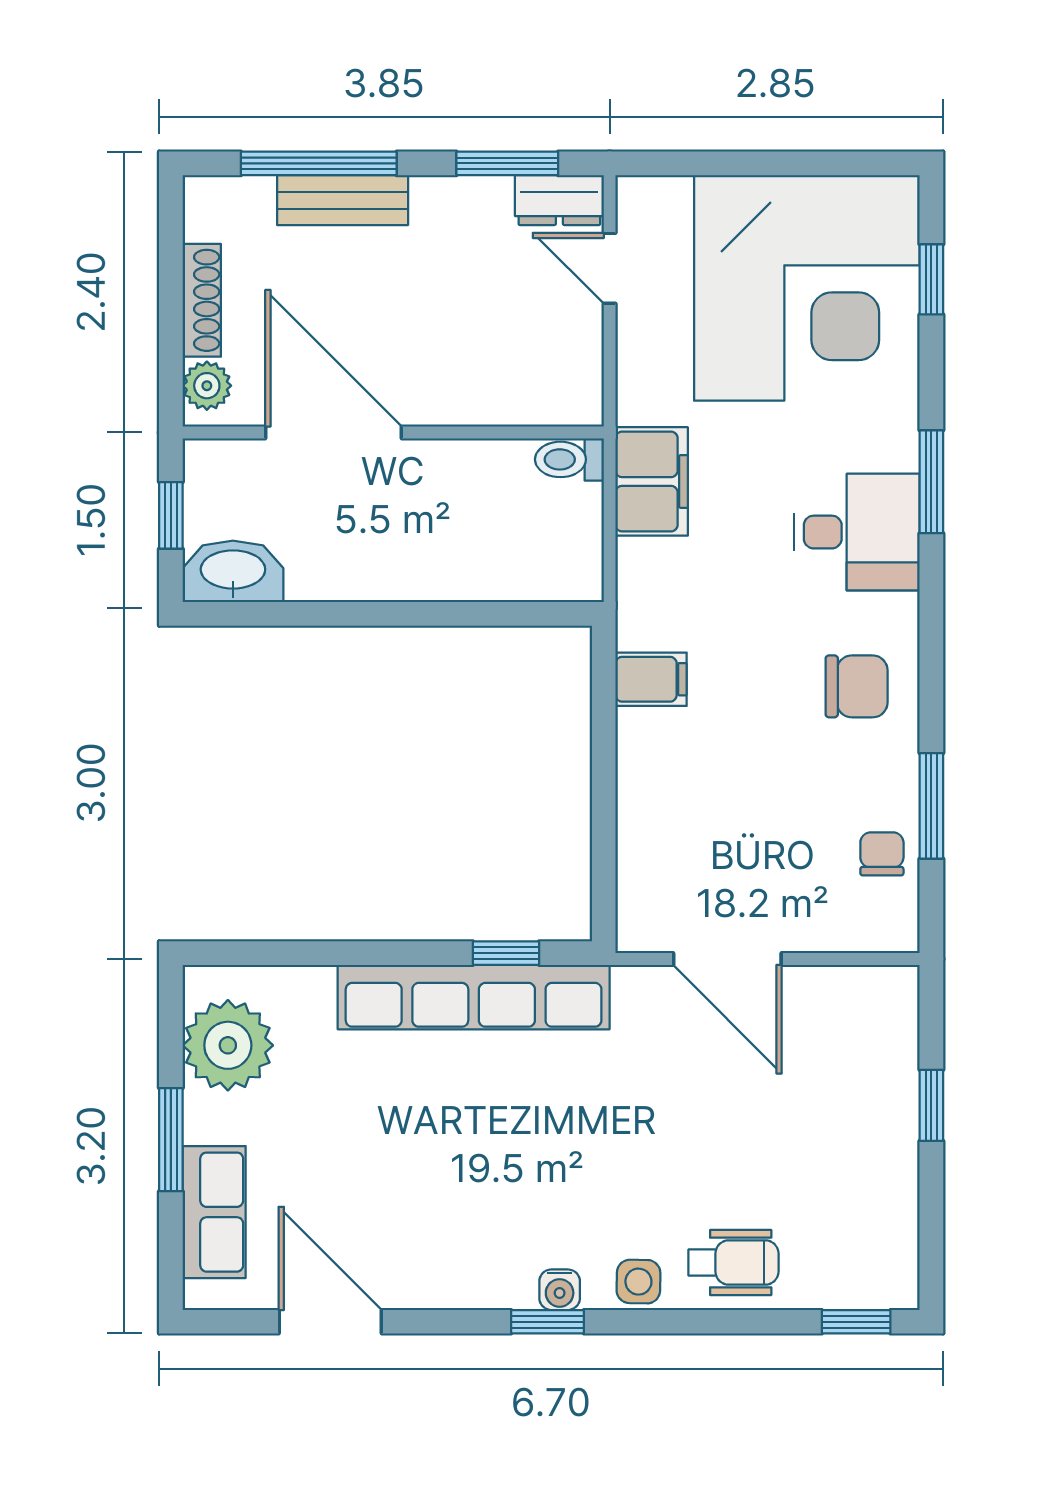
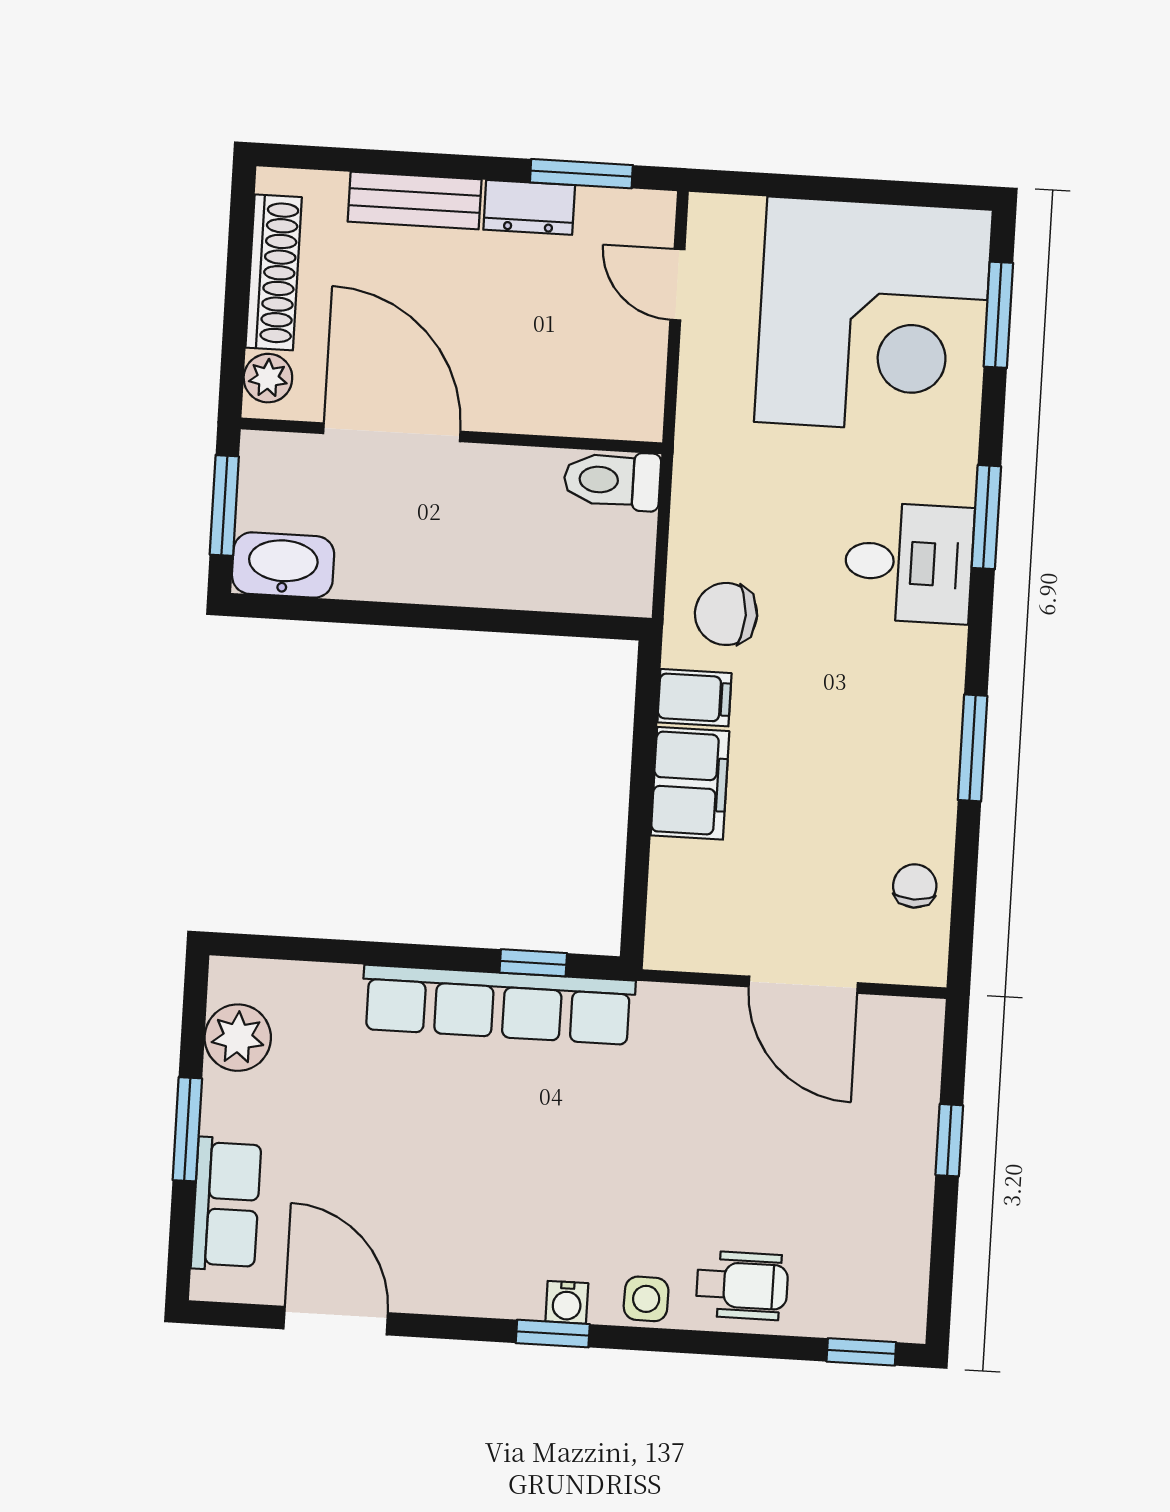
window: (319, 163) -> (393, 162), removed
dresser: (559, 200) -> (529, 207), moved
window: (931, 279) -> (998, 315), width x1.50
shoe rack: (202, 300) -> (274, 272), width x1.36, depth x1.24
toilet: (569, 459) -> (612, 480), width x1.37, depth x1.39
filing cabinet: (652, 481) -> (690, 783), moved
window: (171, 515) -> (224, 505), width x1.50
chair: (857, 686) -> (726, 614), moved, turned 180
window: (931, 806) -> (973, 748), moved
door: (727, 959) -> (803, 985), moved
plant: (228, 1045) -> (238, 1038), width x0.73, depth x0.73

